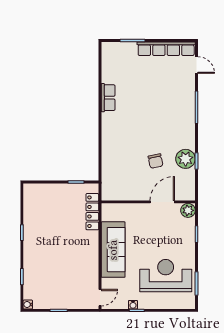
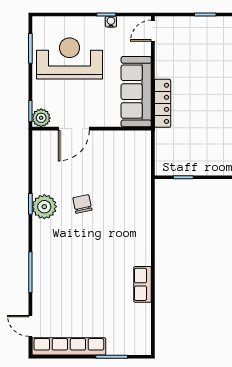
wall: (148, 202) -> (92, 129), moved
door: (162, 202) -> (74, 129), moved
plant: (188, 210) -> (41, 118), moved
locker: (92, 212) -> (163, 103), moved
reception desk: (166, 276) -> (69, 58), turned 180

